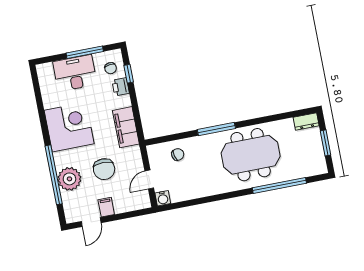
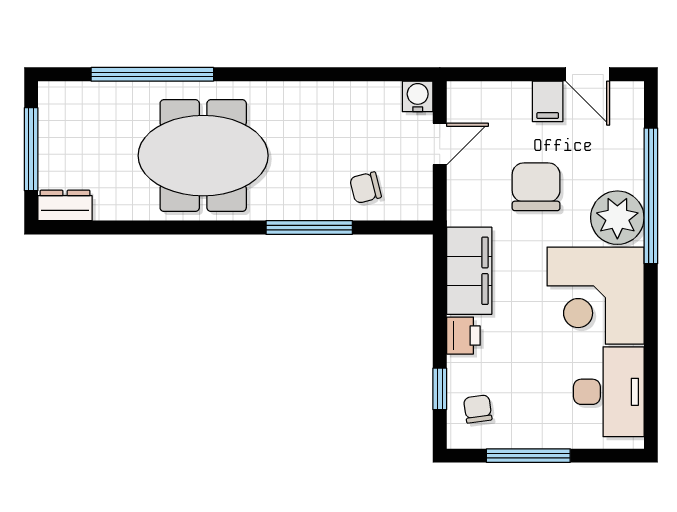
desk: (75, 73) -> (609, 392), moved, turned -90
printer: (121, 87) -> (463, 336), moved
window: (216, 129) -> (309, 228), moved
window: (325, 143) -> (31, 149), width x1.44
plant: (69, 179) -> (617, 218), moved
door: (91, 222) -> (588, 74), swing flipped

